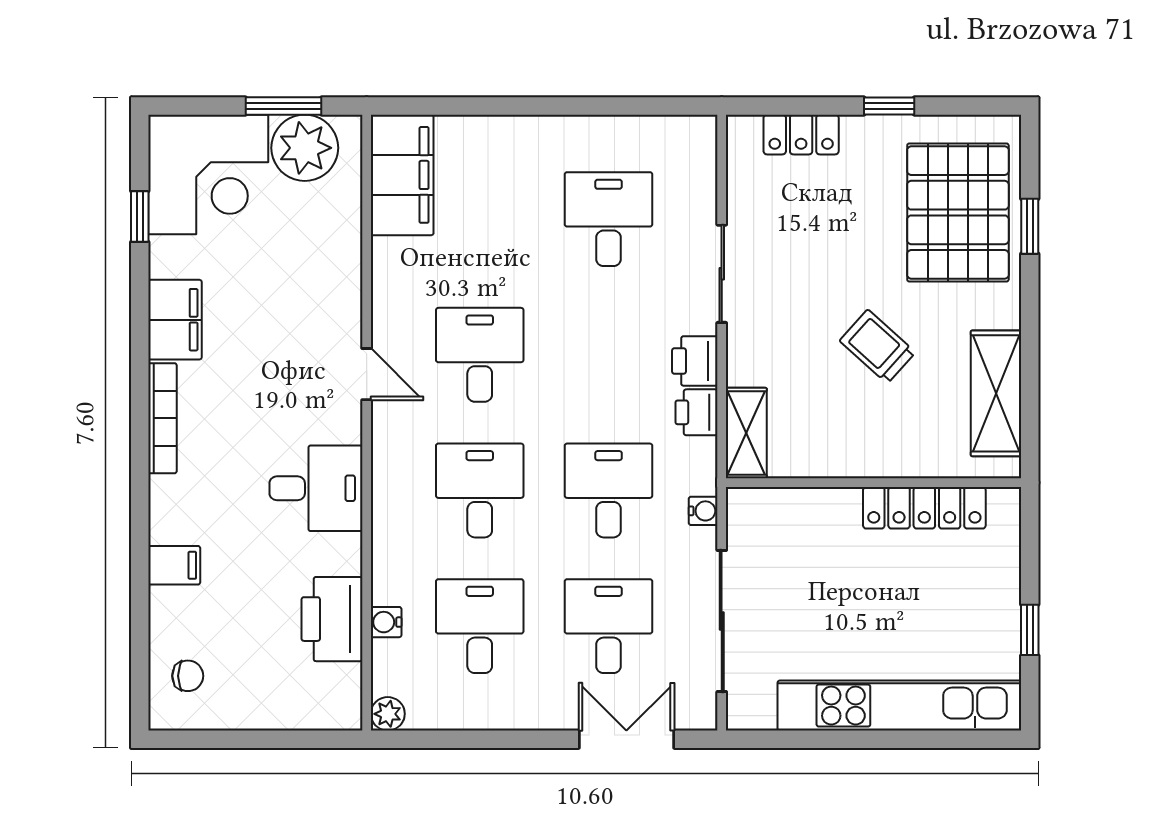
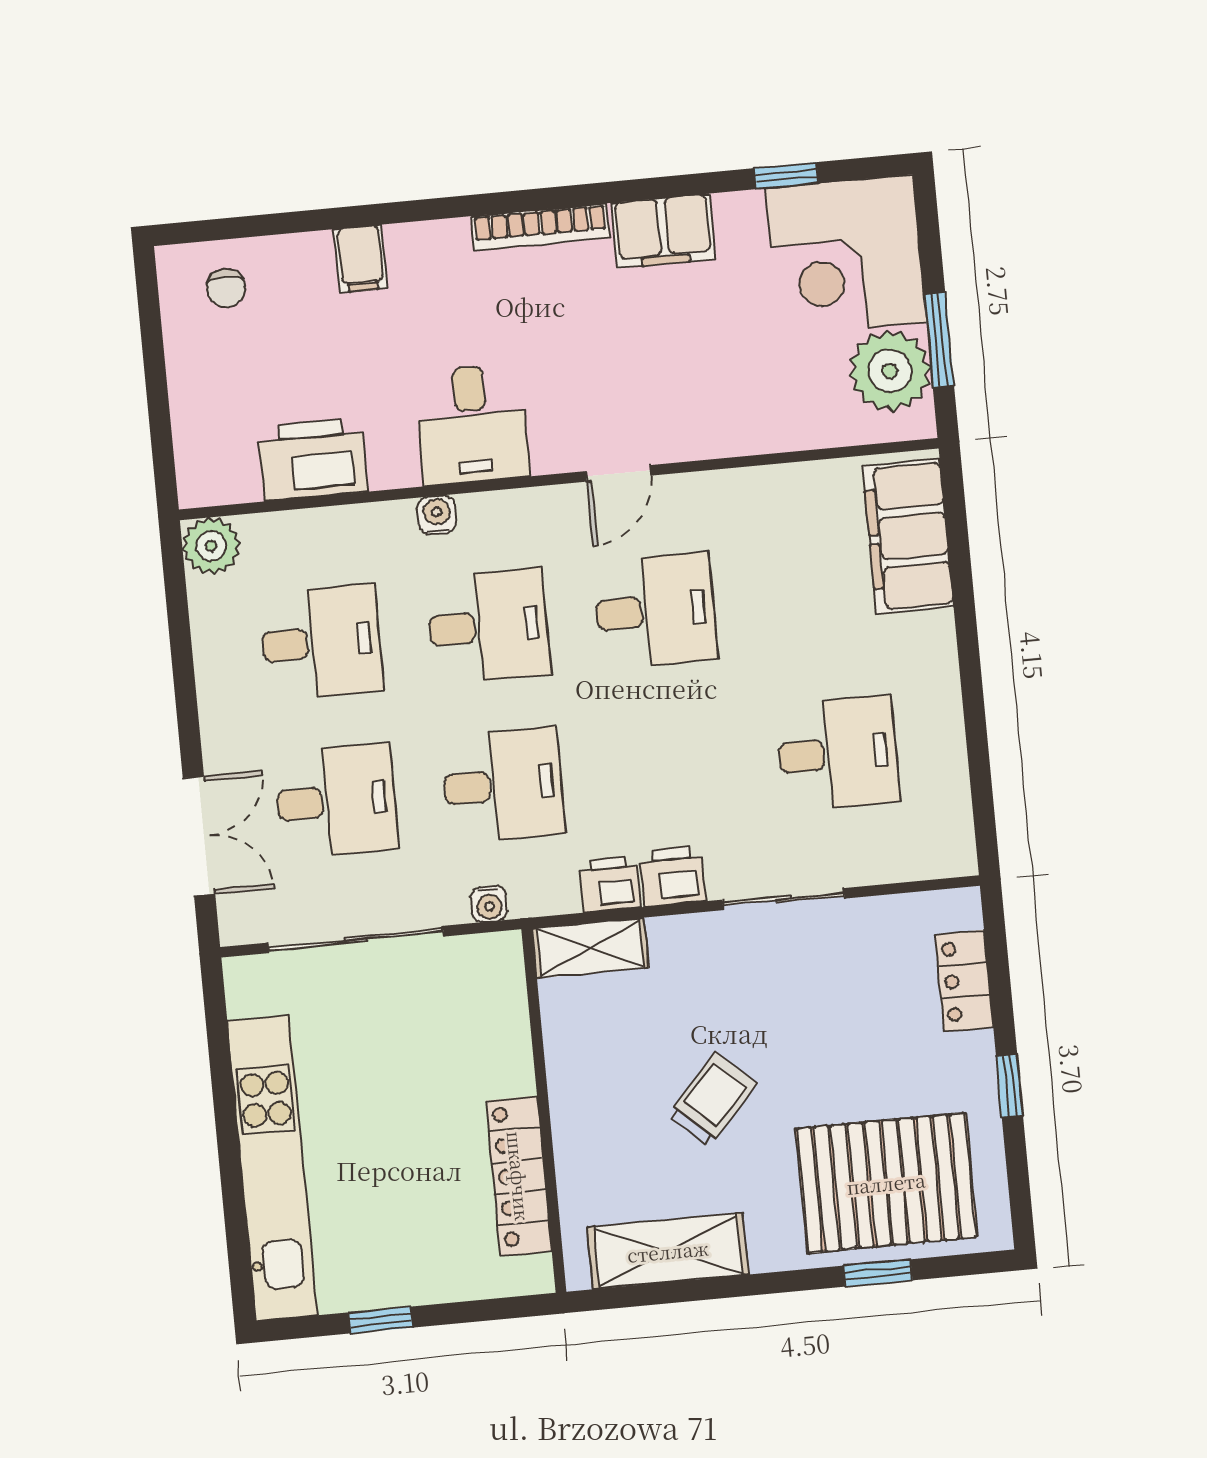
filing cabinet: (402, 175) -> (908, 536), moved, turned 90
water cooler: (386, 622) -> (437, 515), moved
plant: (388, 714) -> (211, 546), width x1.38, depth x1.38

